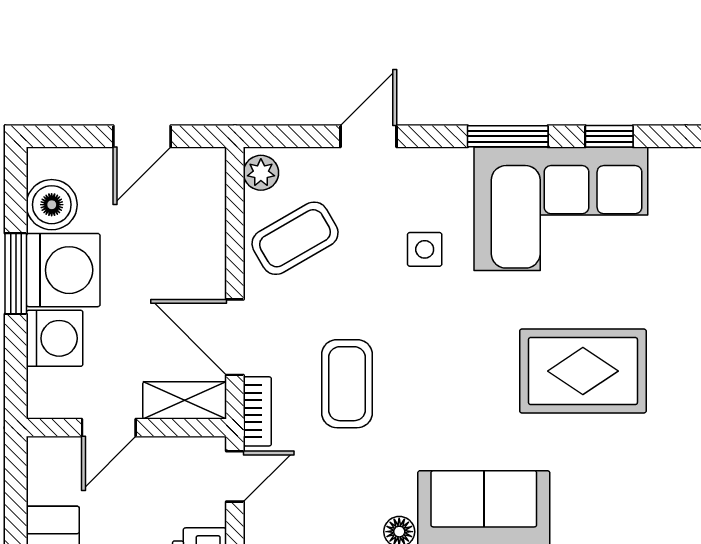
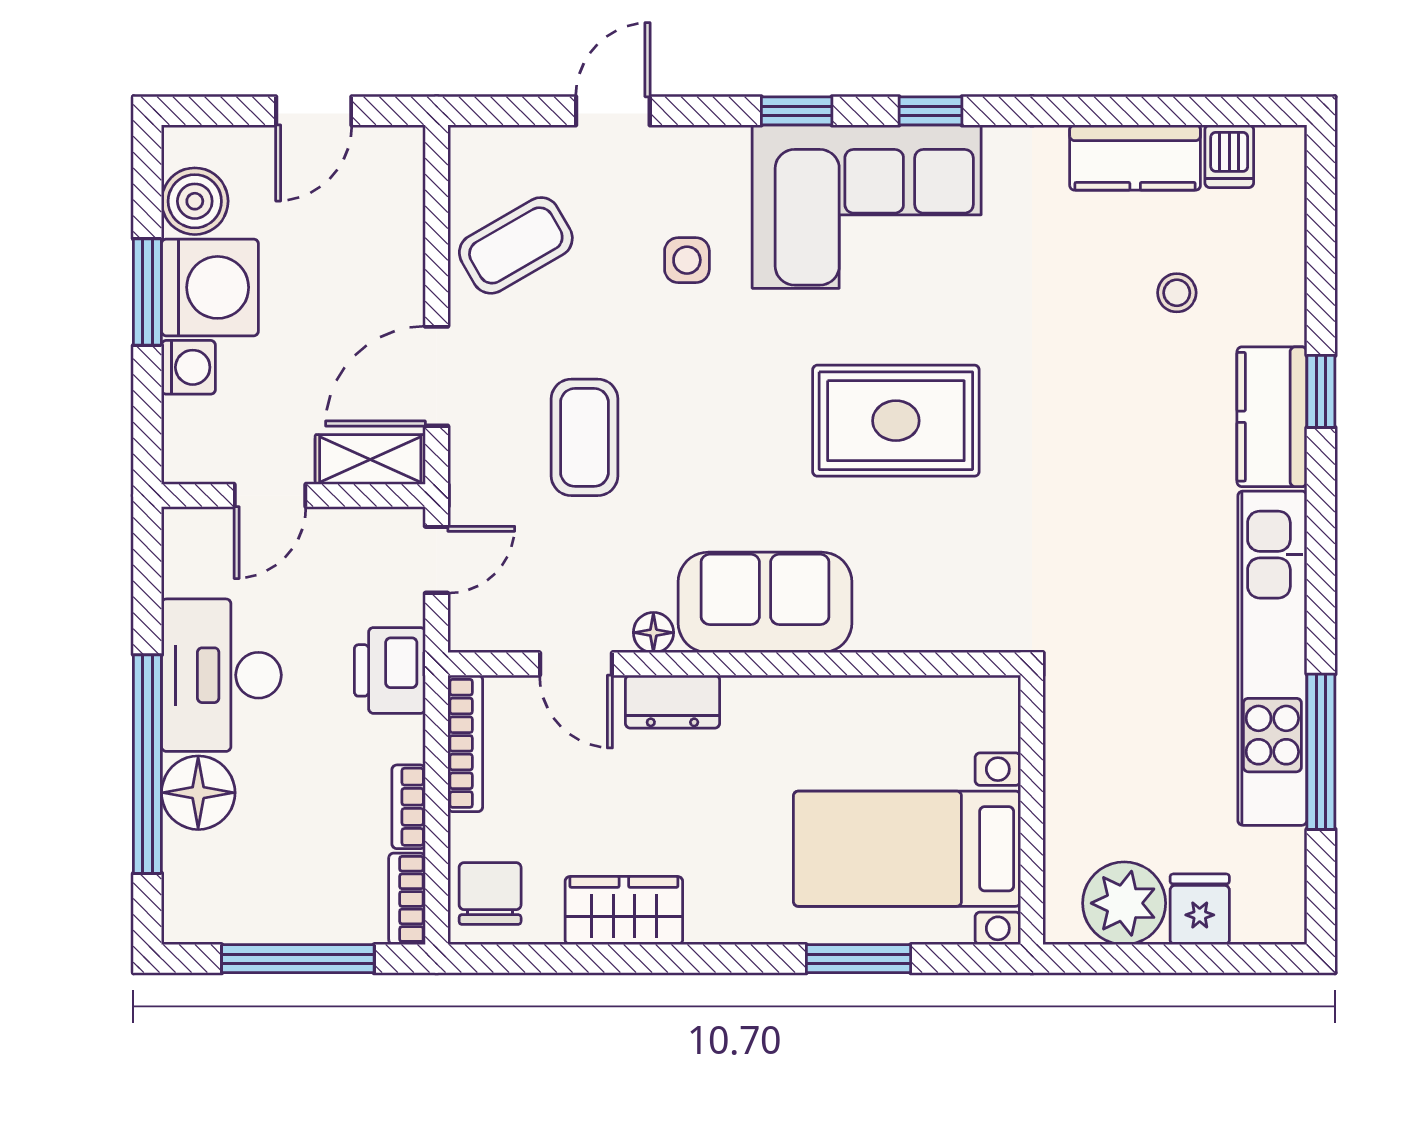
window: (508, 136) -> (797, 111), width x0.67
plant: (261, 173) -> (471, 159), removed
door: (235, 337) -> (437, 376), hinge flipped
washing machine: (55, 338) -> (188, 367), width x0.73, depth x0.73
bookcase: (257, 411) -> (466, 474), removed

